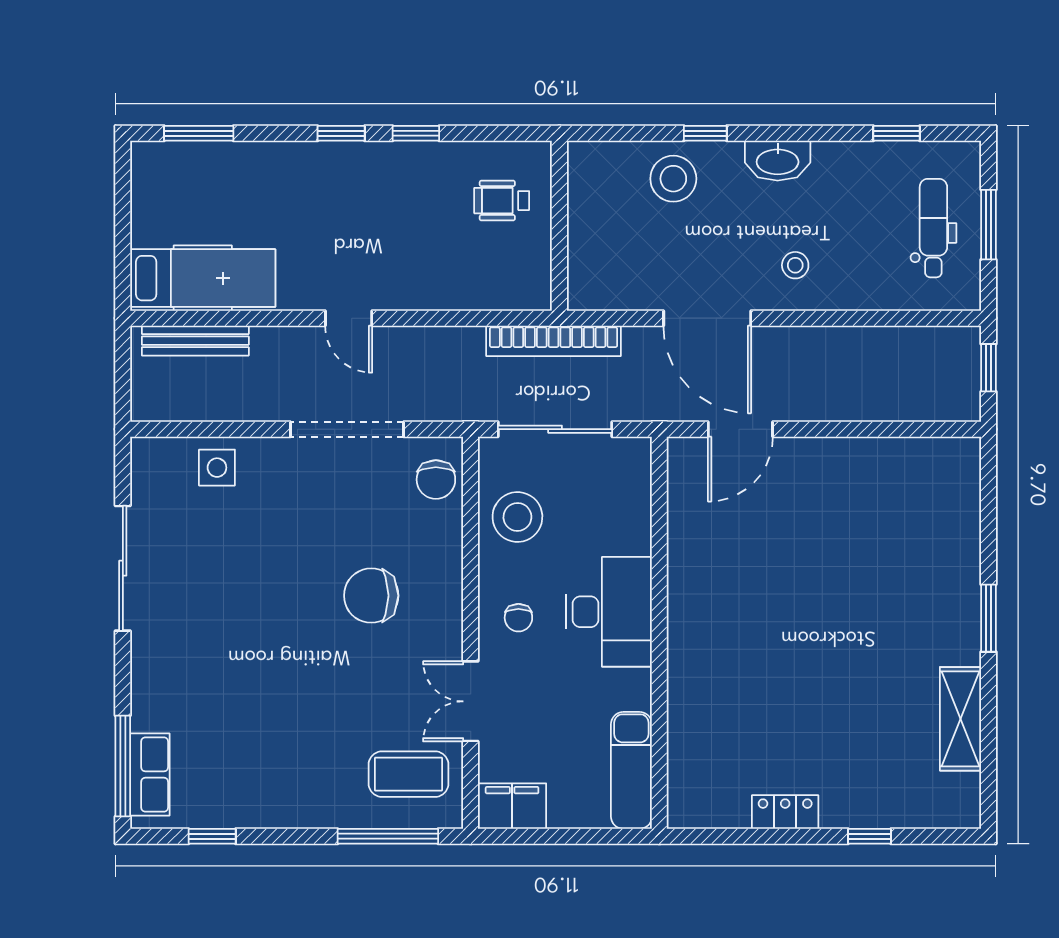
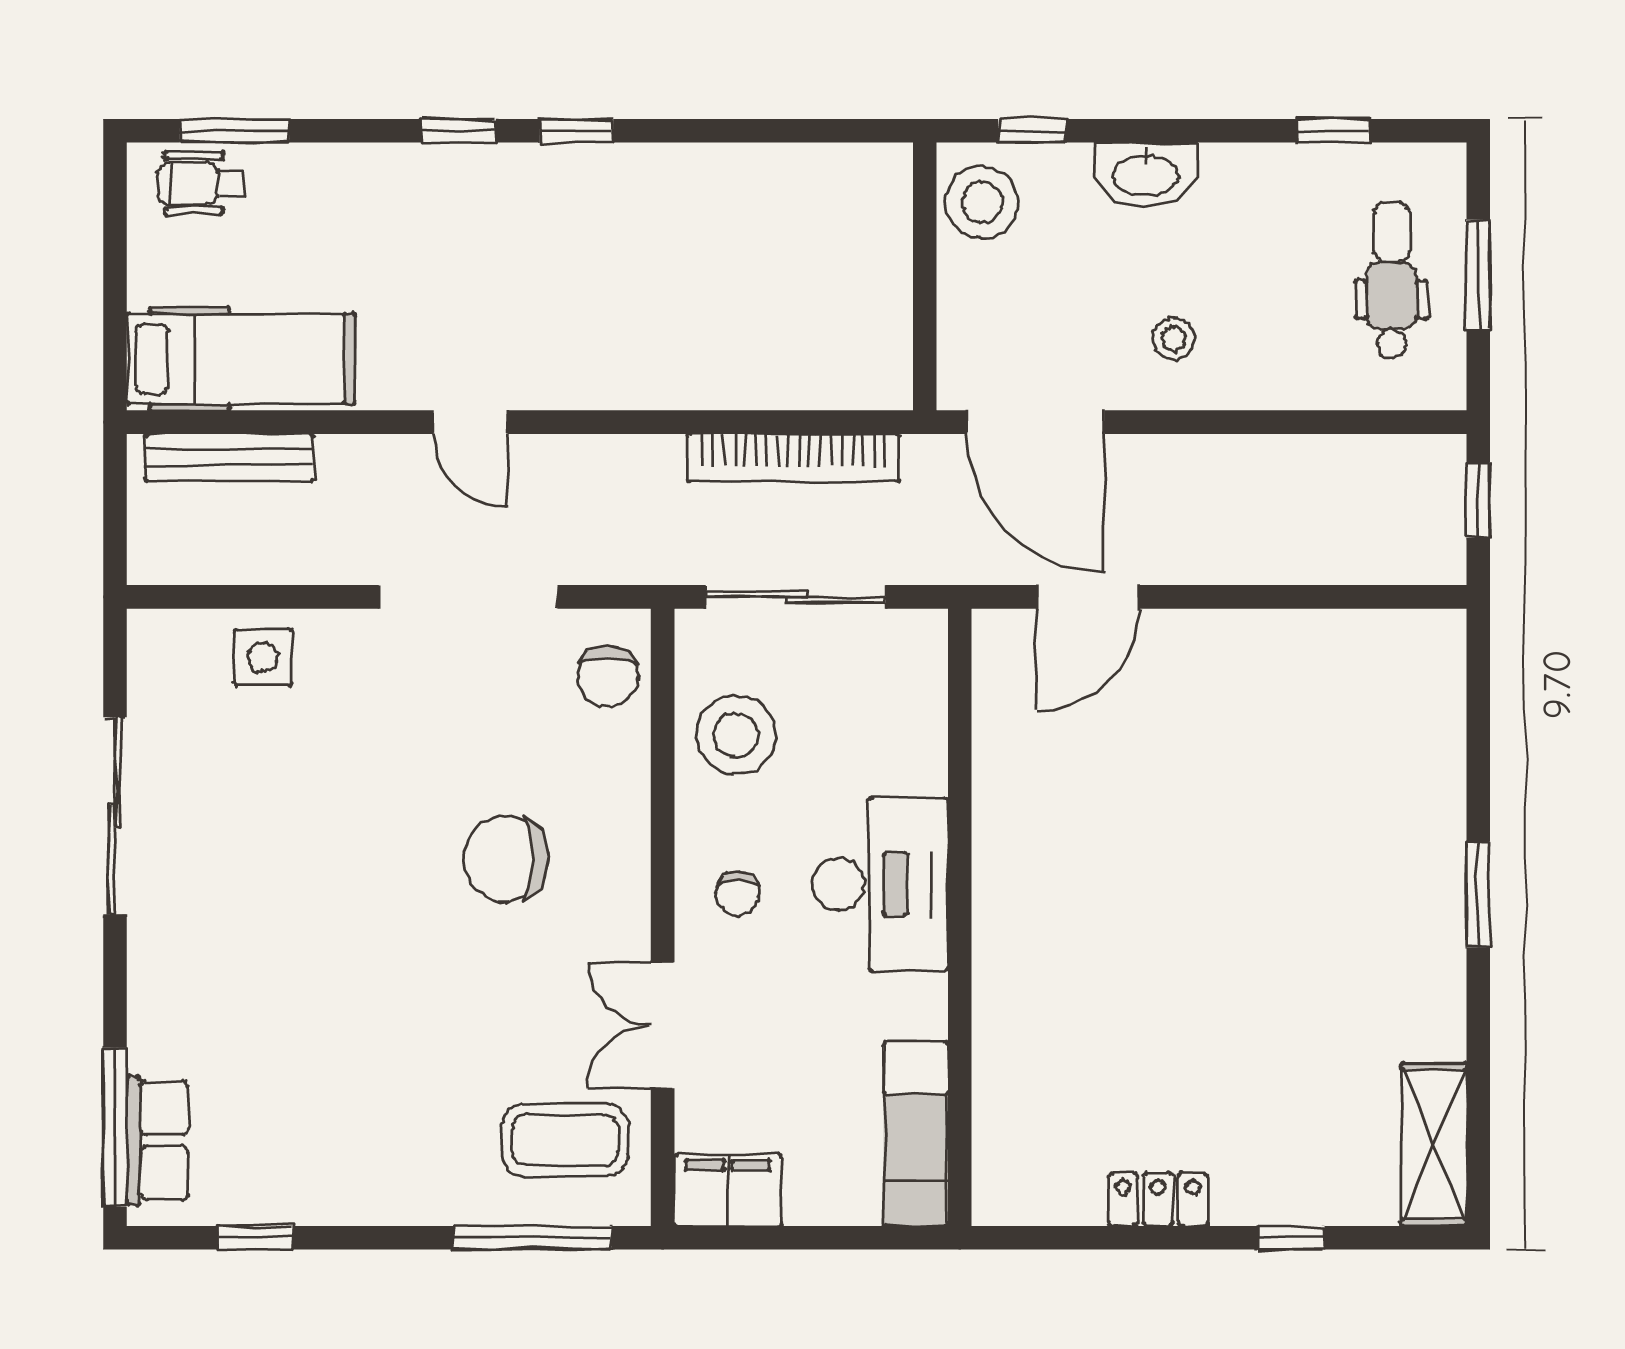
wheelchair: (502, 201) -> (201, 183), moved
wall: (559, 226) -> (925, 276), moved
shelving: (960, 719) -> (1434, 1145), moved

